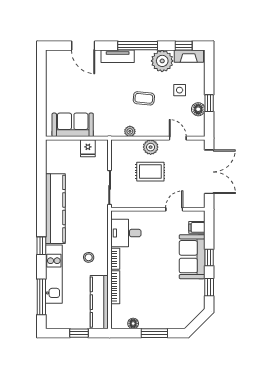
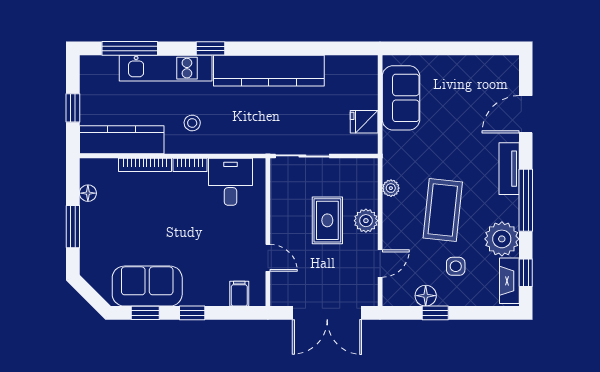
coffee table: (144, 98) -> (443, 210), width x1.86, depth x1.72
sofa: (192, 257) -> (147, 286), moved

